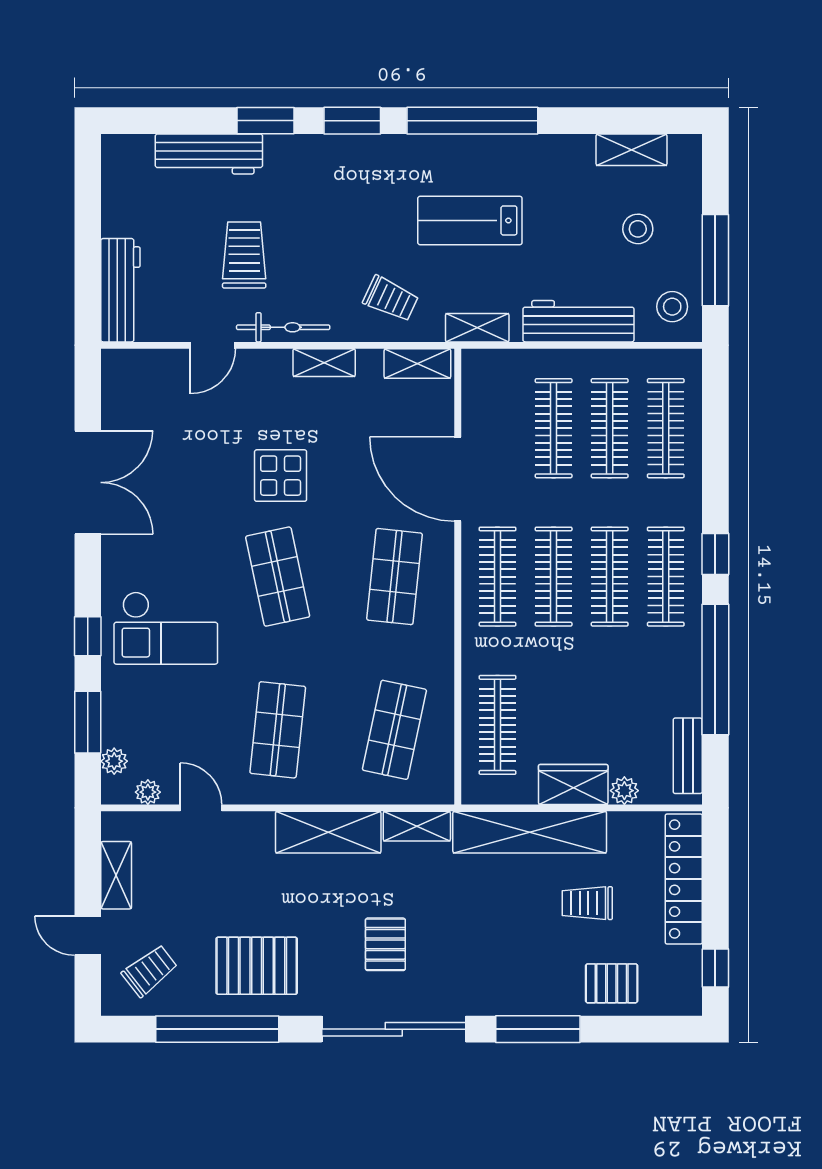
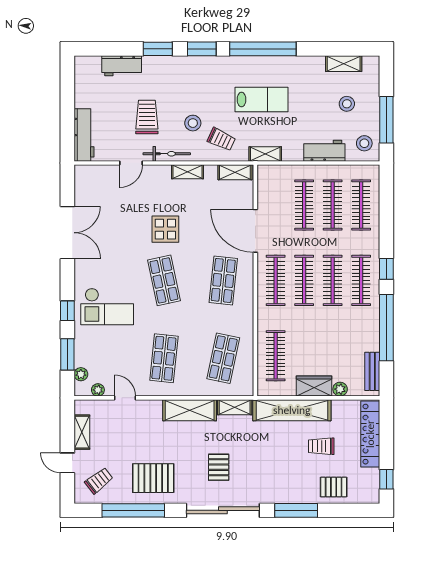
workbench: (209, 154) -> (122, 66), width x0.73
lab bench: (470, 220) -> (262, 100), turned 180
stool: (335, 267) -> (193, 123), added
workbench: (578, 321) -> (324, 151), width x0.73

